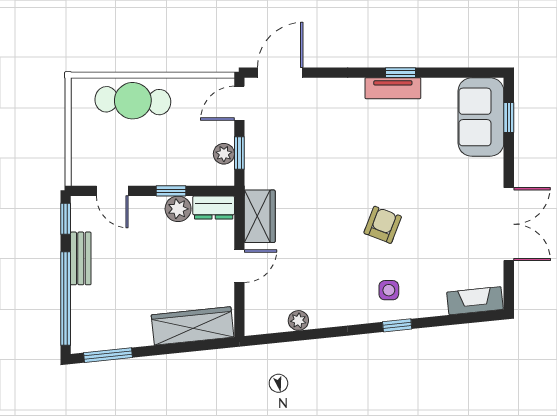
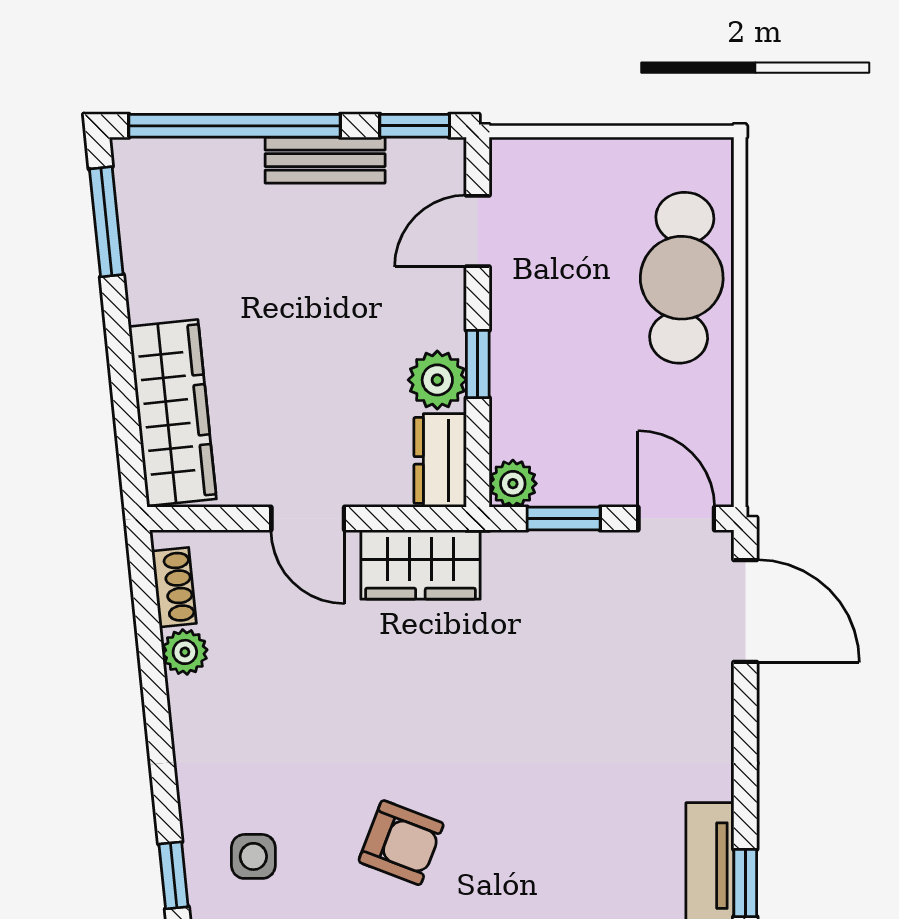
plant: (224, 154) -> (513, 484), moved
shoe rack: (270, 325) -> (174, 587), added

